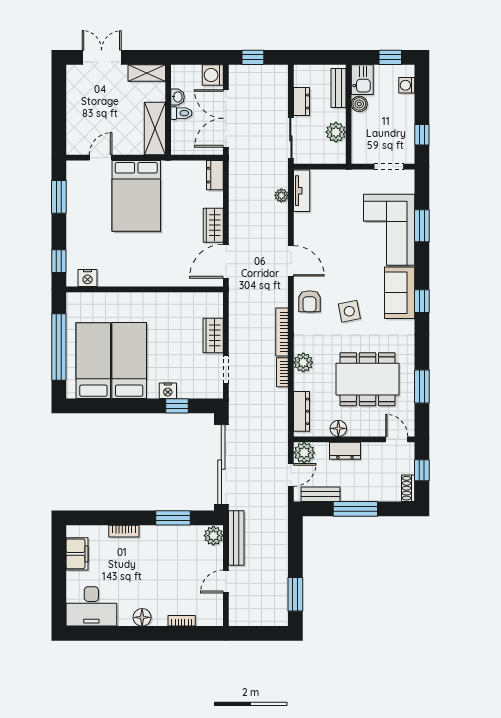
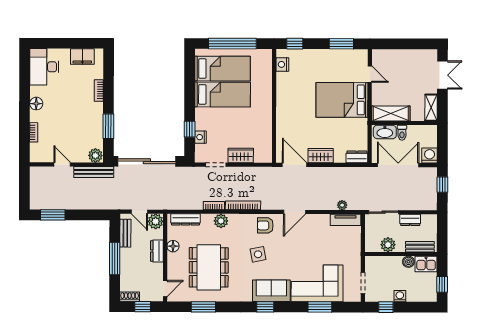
washing machine: (407, 85) -> (400, 296), moved
washbasin: (177, 97) -> (385, 132), moved, width x1.91, depth x1.45
nightstand: (168, 391) -> (200, 137), moved

